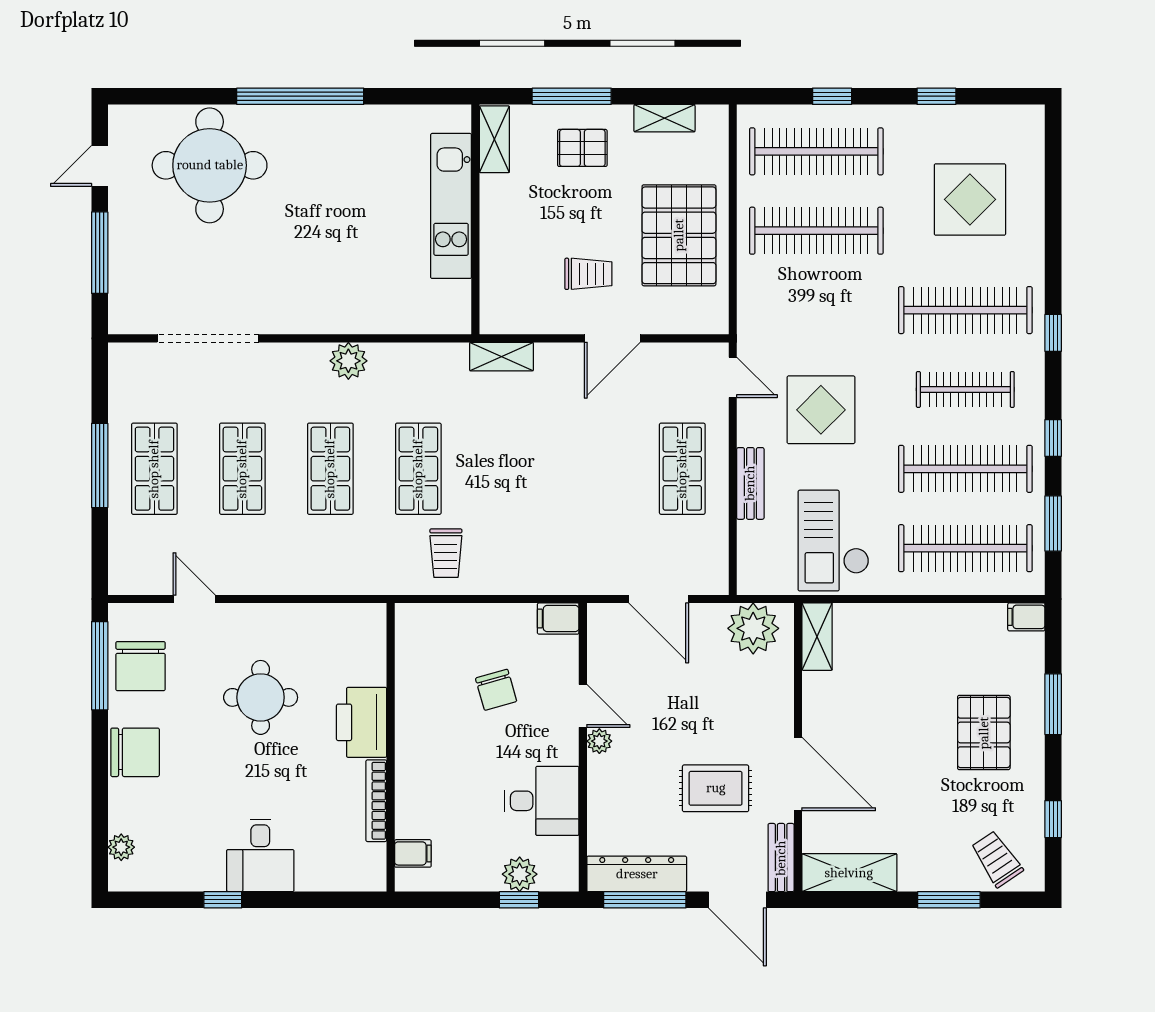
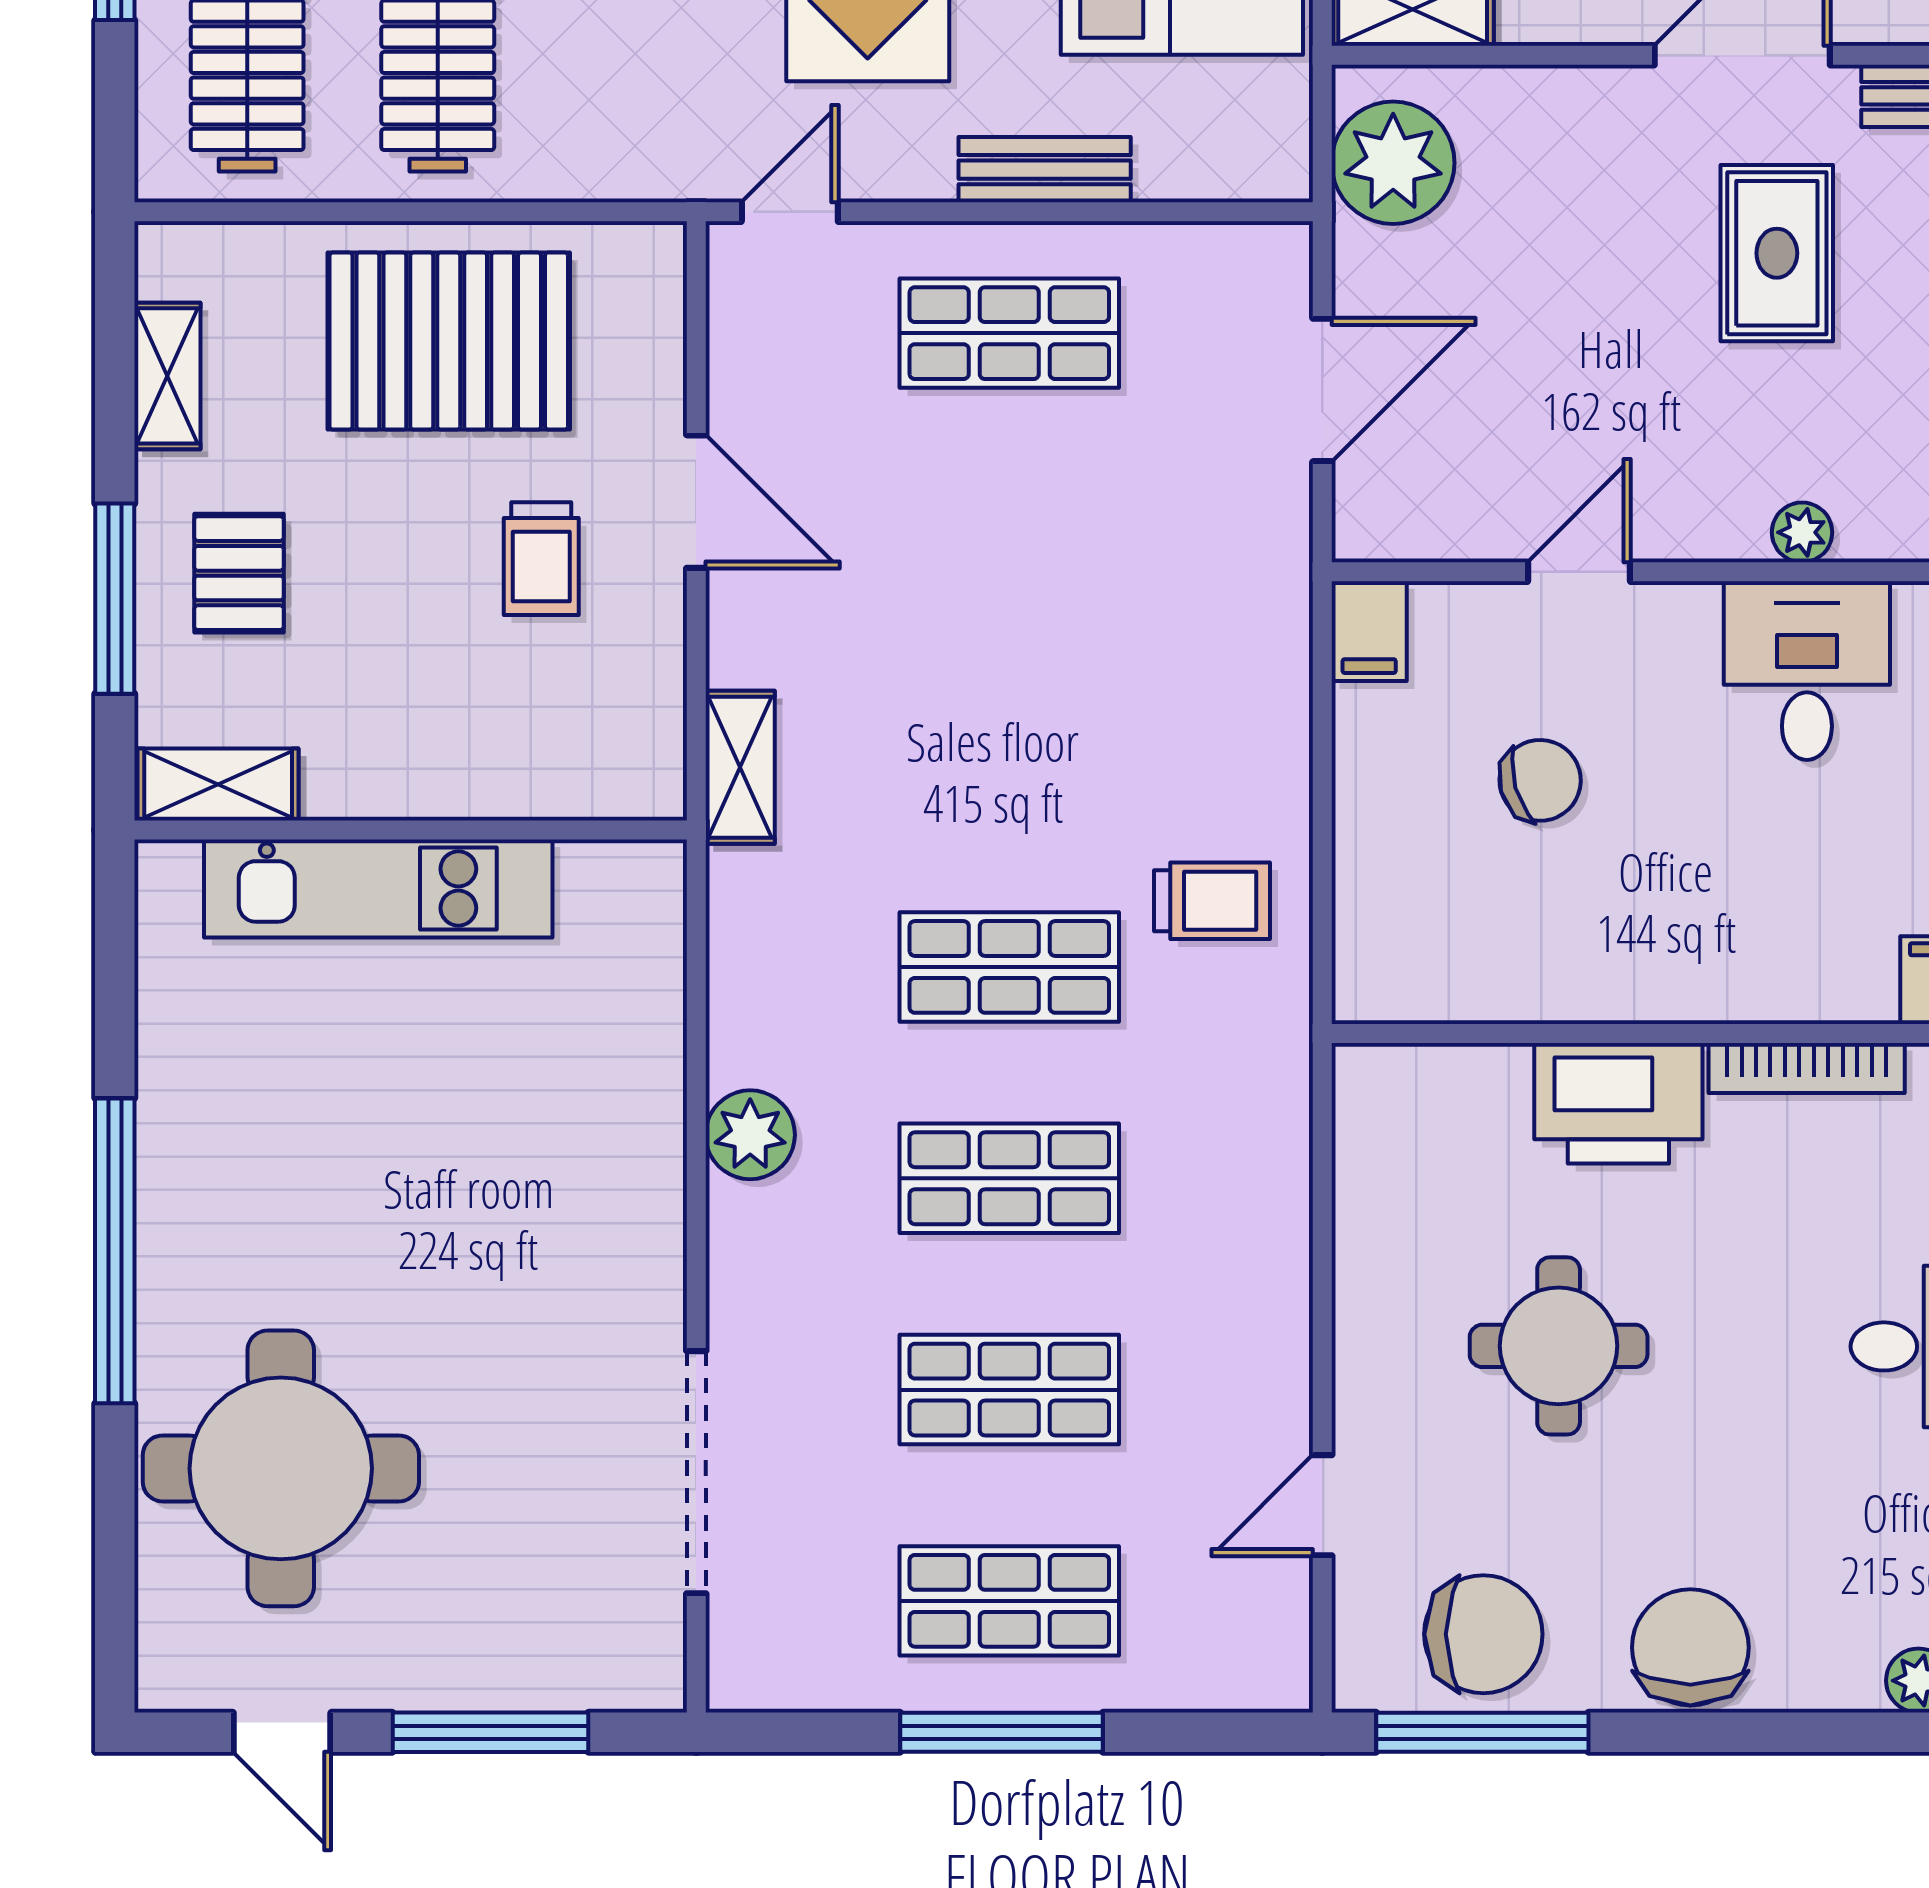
trolley: (588, 274) -> (541, 559), turned 180
plant: (599, 741) -> (1802, 532), moved

